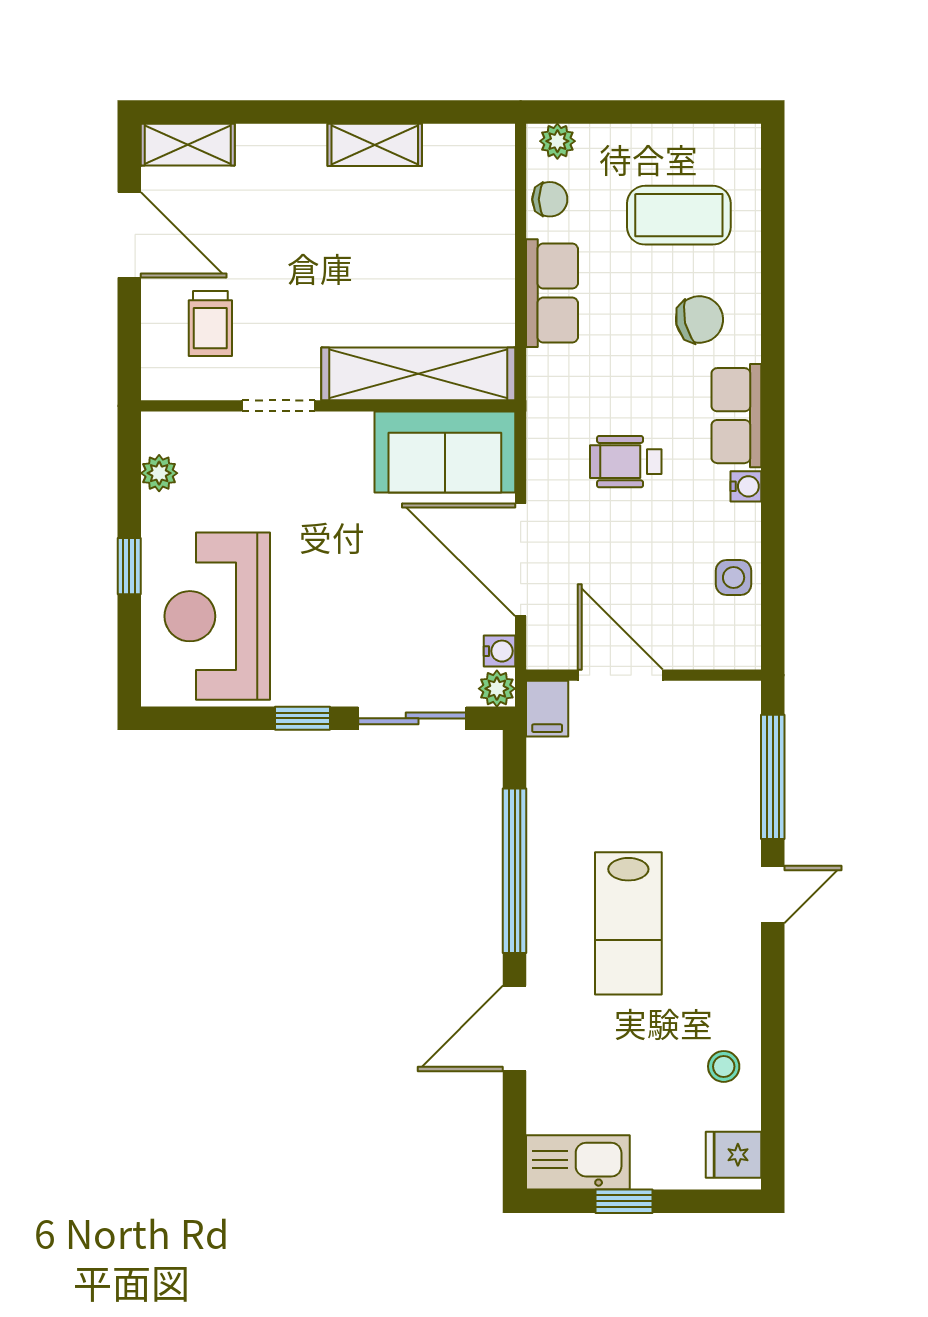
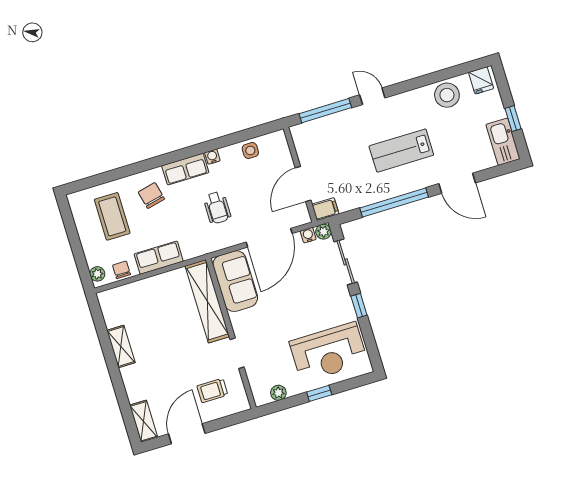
trolley: (210, 324) -> (212, 390), turned 180
lab bench: (628, 923) -> (401, 151), turned 180
stool: (724, 1066) -> (447, 95), width x1.89, depth x1.89

